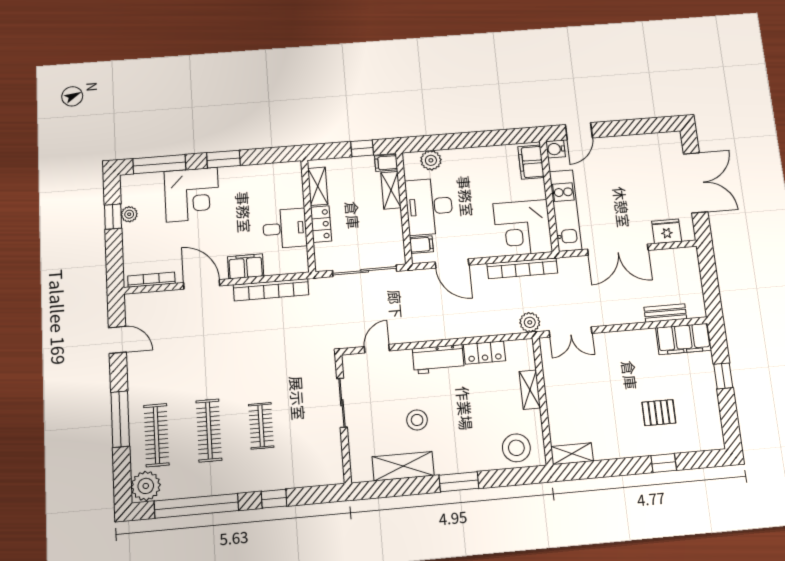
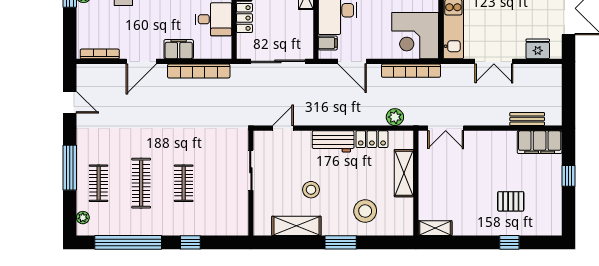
double door: (618, 250) -> (494, 61), width x0.73
door: (202, 284) -> (141, 61), swing flipped
plant: (530, 322) -> (395, 117), moved
shelving: (530, 390) -> (404, 173), width x1.50, depth x1.33
clothes rail: (156, 435) -> (99, 183), width x0.73
stool: (516, 448) -> (365, 211), moved
plant: (146, 486) -> (83, 218), width x0.53, depth x0.53

